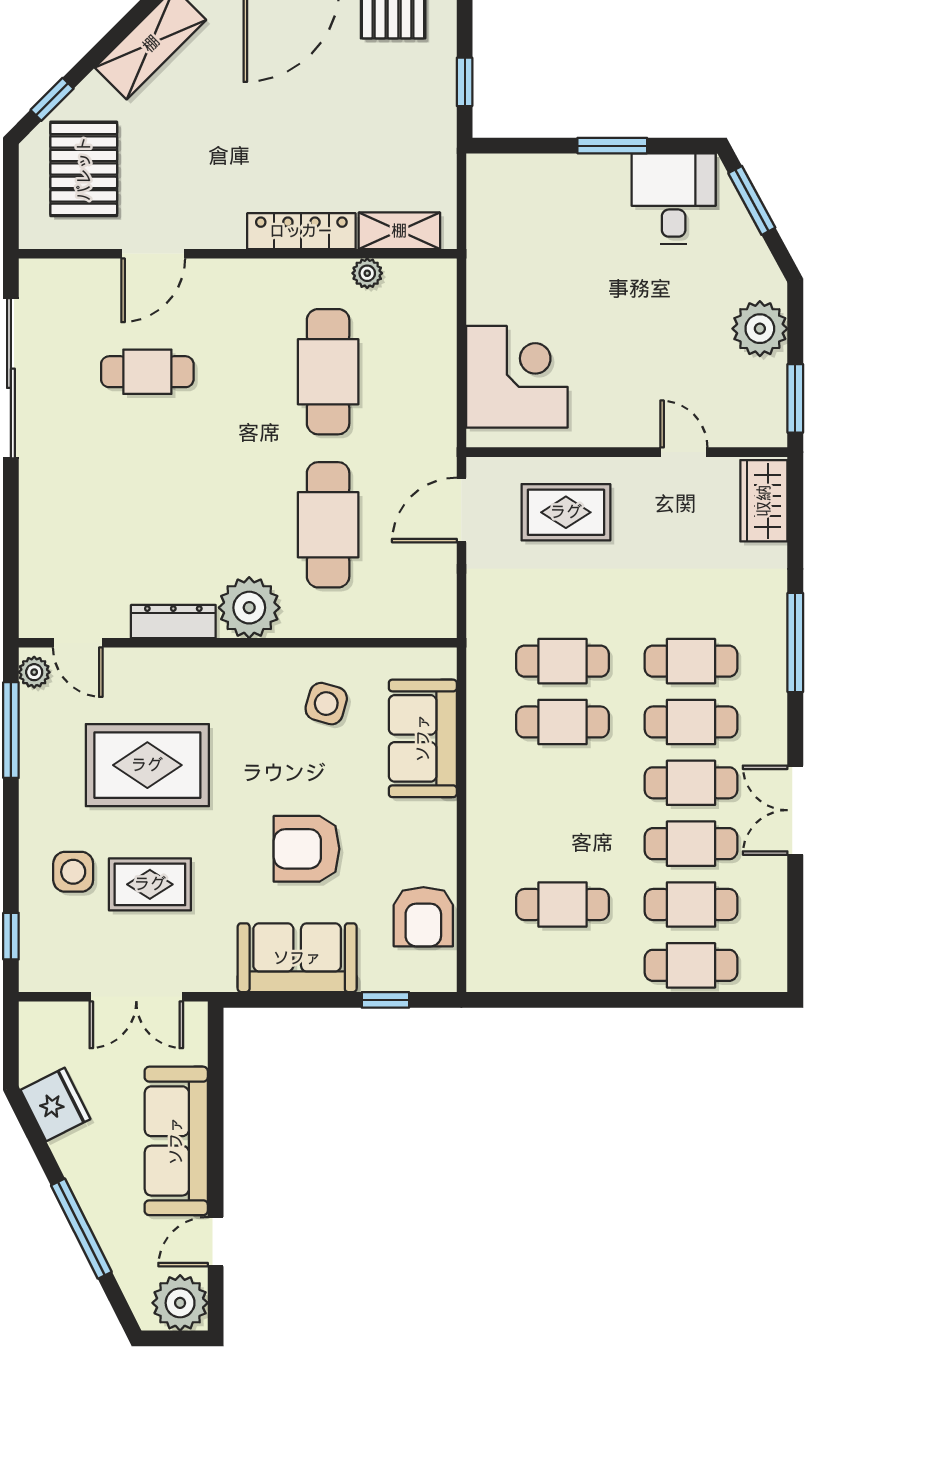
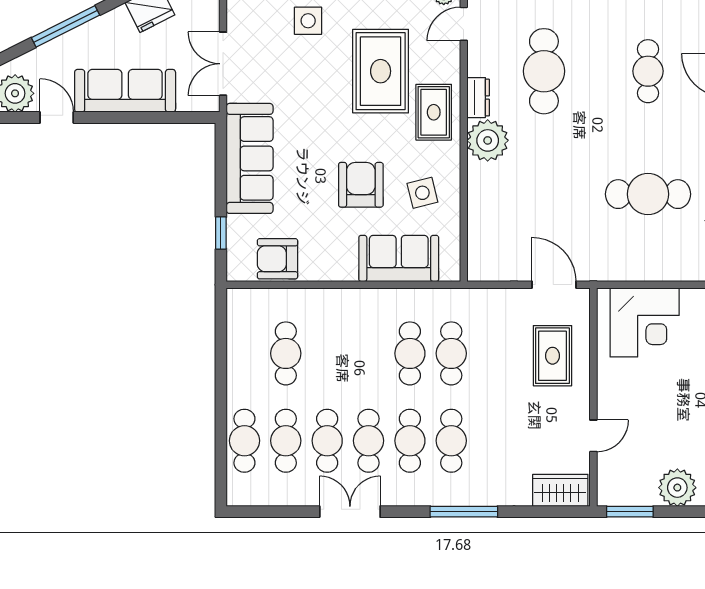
cafe table: (328, 525) -> (544, 71), moved, turned 90
dresser: (173, 622) -> (478, 98), width x0.70
side table: (326, 704) -> (422, 193), turned -30
armchair: (307, 849) -> (361, 185), moved
rug: (150, 884) -> (434, 112), moved
sofa: (297, 958) -> (250, 158), width x1.36

